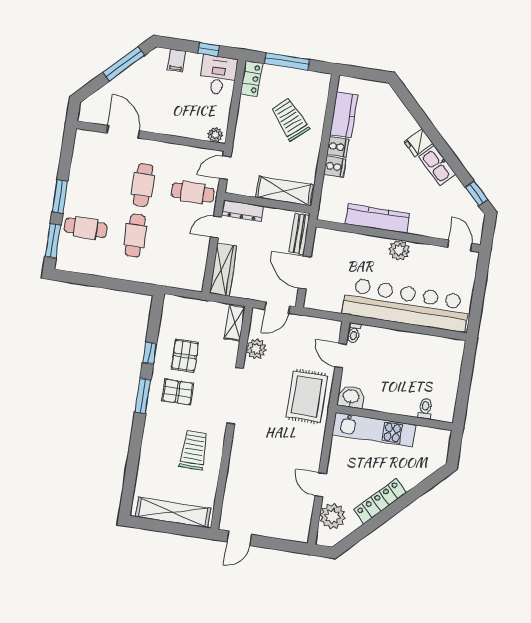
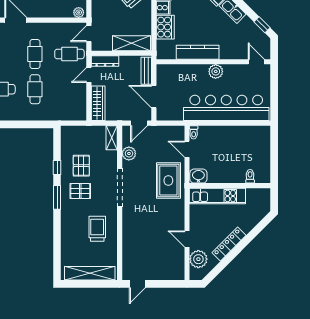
cooker: (335, 167) -> (165, 27), width x1.87, depth x1.31

